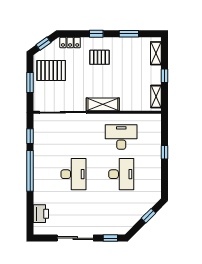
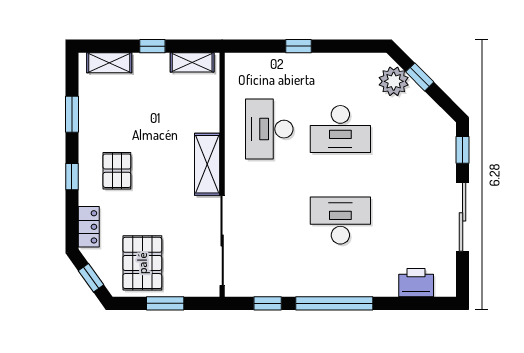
desk: (121, 174) -> (340, 129), turned 180
plant: (146, 202) -> (394, 81), added

